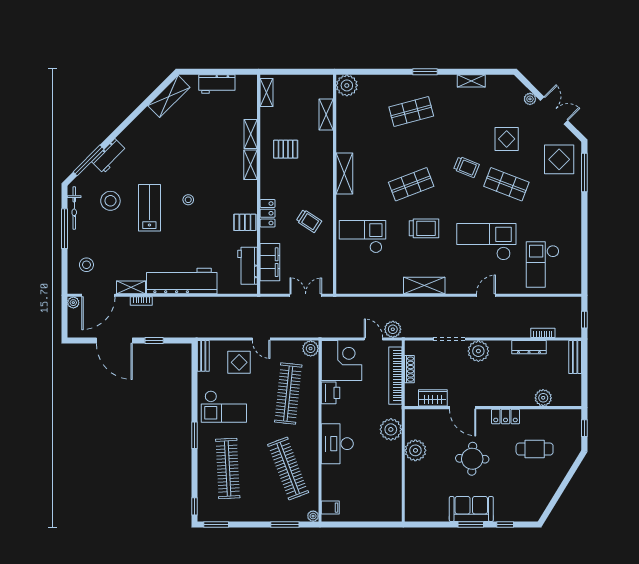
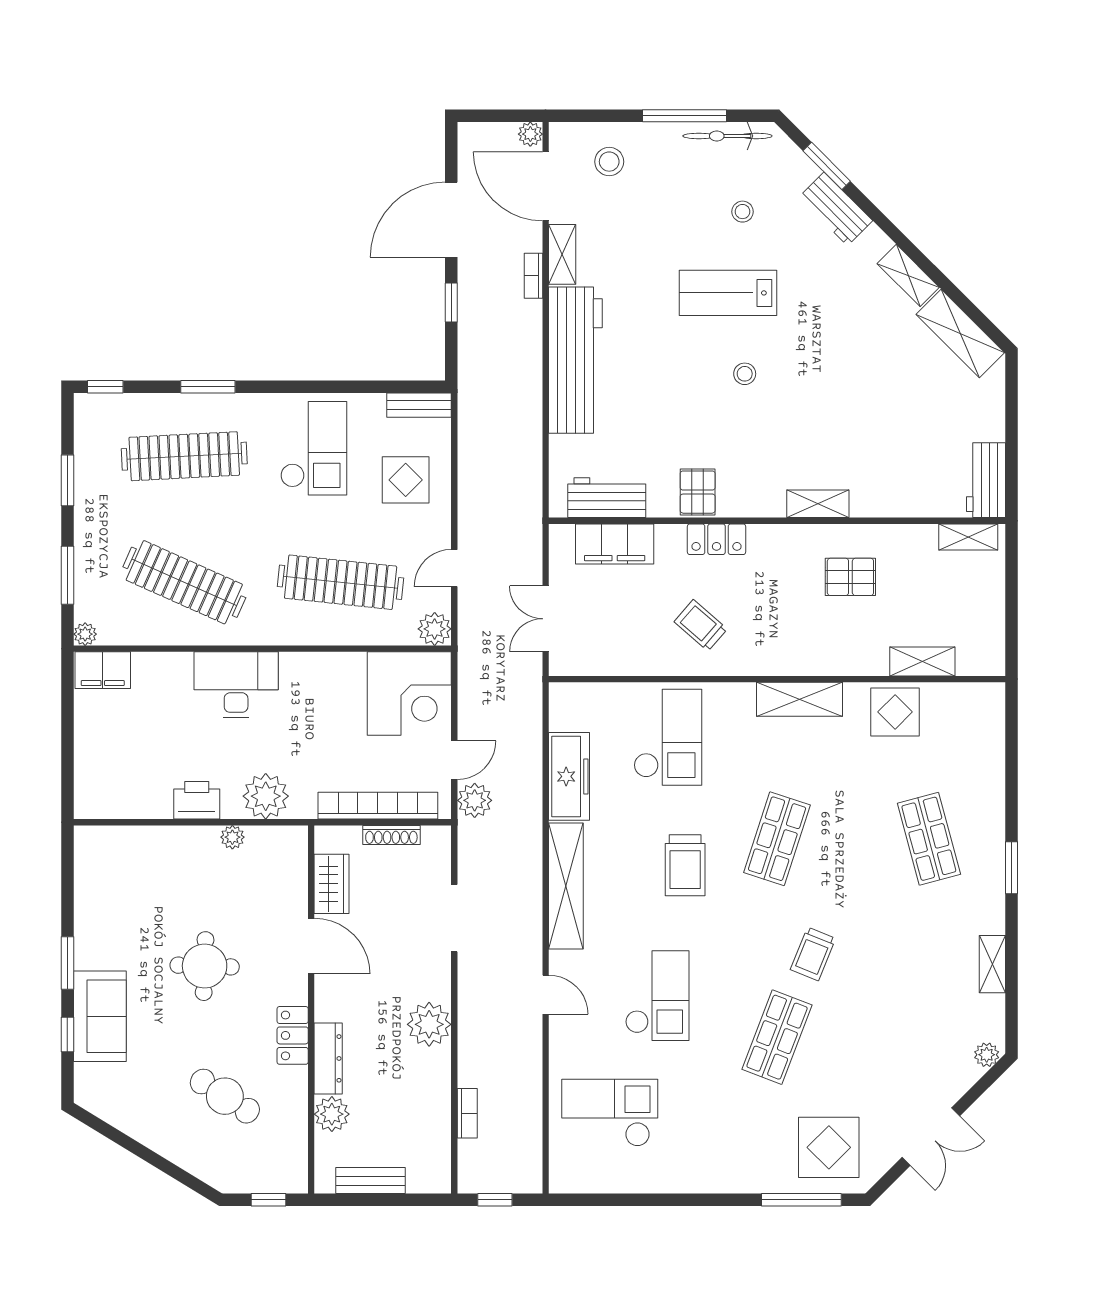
workbench: (217, 84) -> (986, 480), moved
plant: (347, 85) -> (983, 705), removed
plant: (530, 99) -> (987, 1055), moved
shelving: (251, 134) -> (908, 275), moved, turned 45
display table: (507, 139) -> (895, 712), moved
pallet: (286, 149) -> (850, 577), turned 90
window: (89, 160) -> (827, 166), width x0.69
shop shelf: (411, 184) -> (777, 839), turned 39
stool: (110, 201) -> (743, 212), width x0.53, depth x0.53
lab bench: (149, 208) -> (728, 293), turned 180
trolley: (309, 221) -> (701, 625), turned 98
checkout: (486, 242) -> (657, 996), width x0.73, depth x0.83
freezer: (381, 284) -> (569, 776), added
shelving: (424, 286) -> (566, 886), width x1.47
double door: (306, 295) -> (546, 619), swing flipped
door: (261, 339) -> (454, 568), moved
dresser: (529, 347) -> (328, 1058), moved, turned 180
plant: (478, 351) -> (429, 1024), moved
bench: (575, 357) -> (371, 1181), moved
printer: (331, 393) -> (197, 800), moved, turned 180
checkout: (224, 406) -> (314, 448), turned 180
door: (463, 408) -> (311, 946), swing flipped
window: (194, 435) -> (208, 387), moved
cafe table: (535, 449) -> (225, 1096), turned -57
plant: (415, 450) -> (232, 837), width x0.53, depth x0.53
clothes rail: (288, 468) -> (184, 582), turned 45
filing cabinet: (330, 508) -> (103, 670), width x2.00
sofa: (471, 509) -> (100, 1016), moved
window: (216, 524) -> (67, 480), moved

